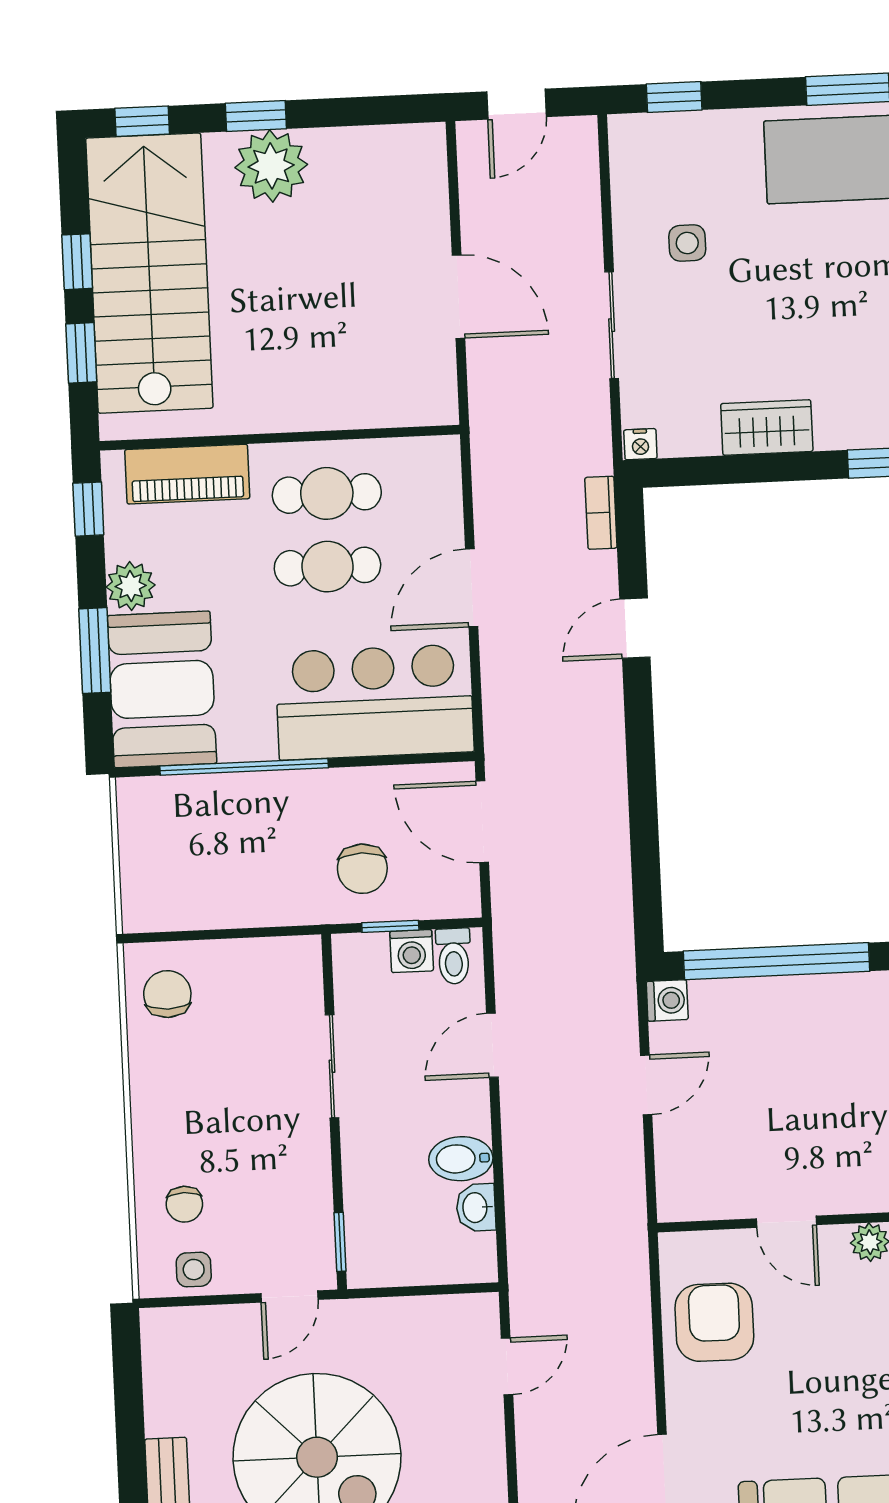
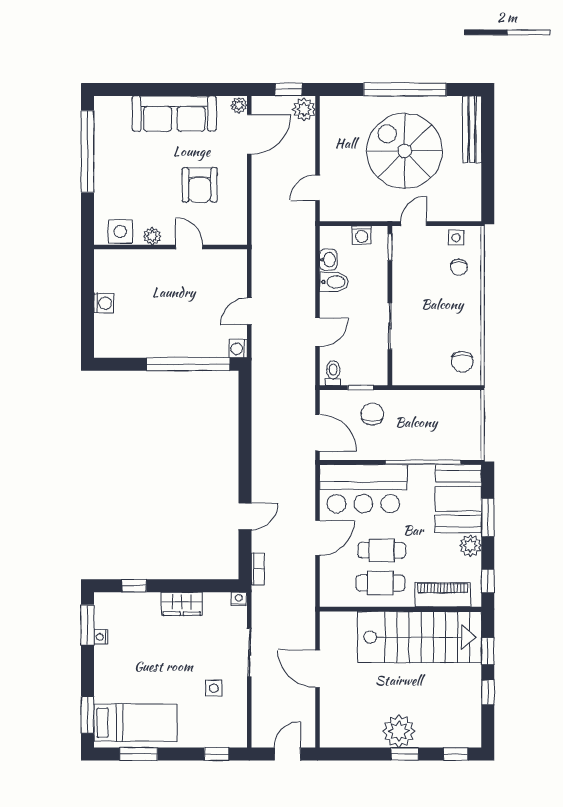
stairs: (149, 273) -> (420, 637), moved, turned -90
washing machine: (412, 951) -> (362, 235), moved, turned 180
chair: (184, 1204) -> (459, 267), turned 180
armchair: (714, 1322) -> (200, 185), moved

